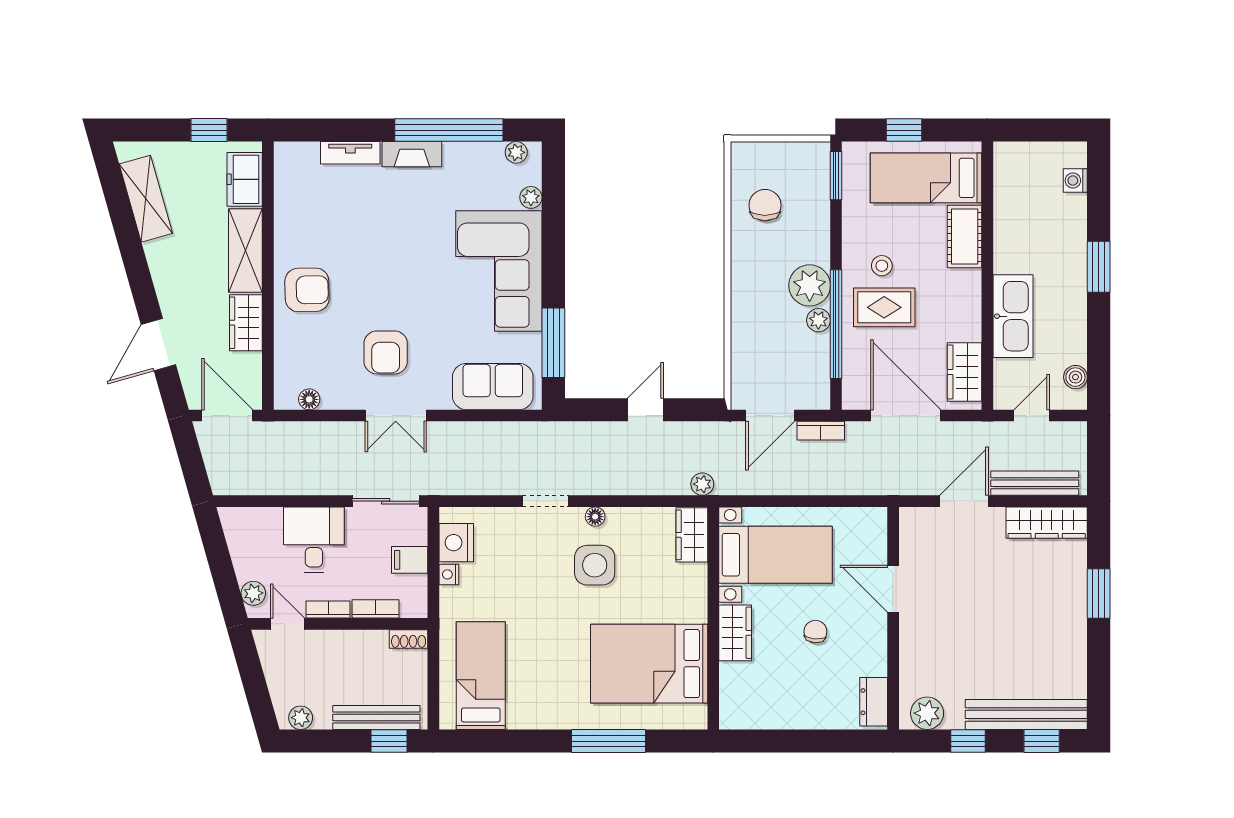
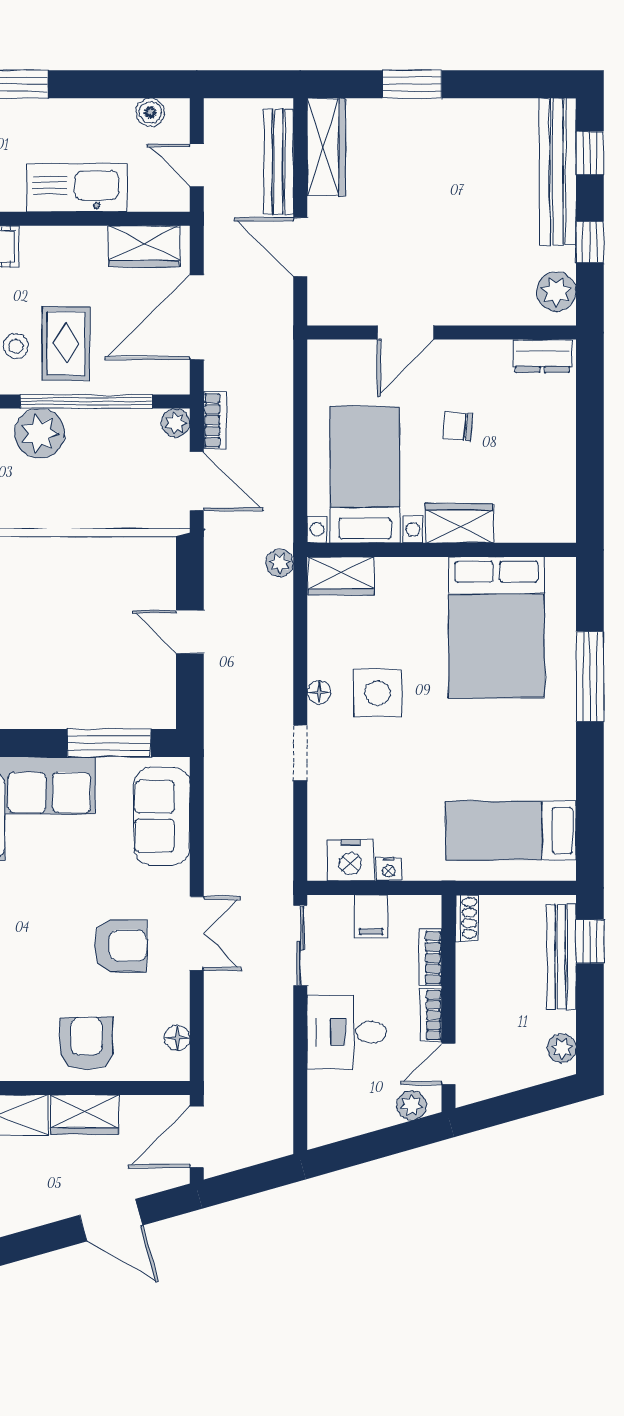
armchair: (307, 290) -> (87, 1043), moved
plant: (818, 320) -> (176, 423), moved

